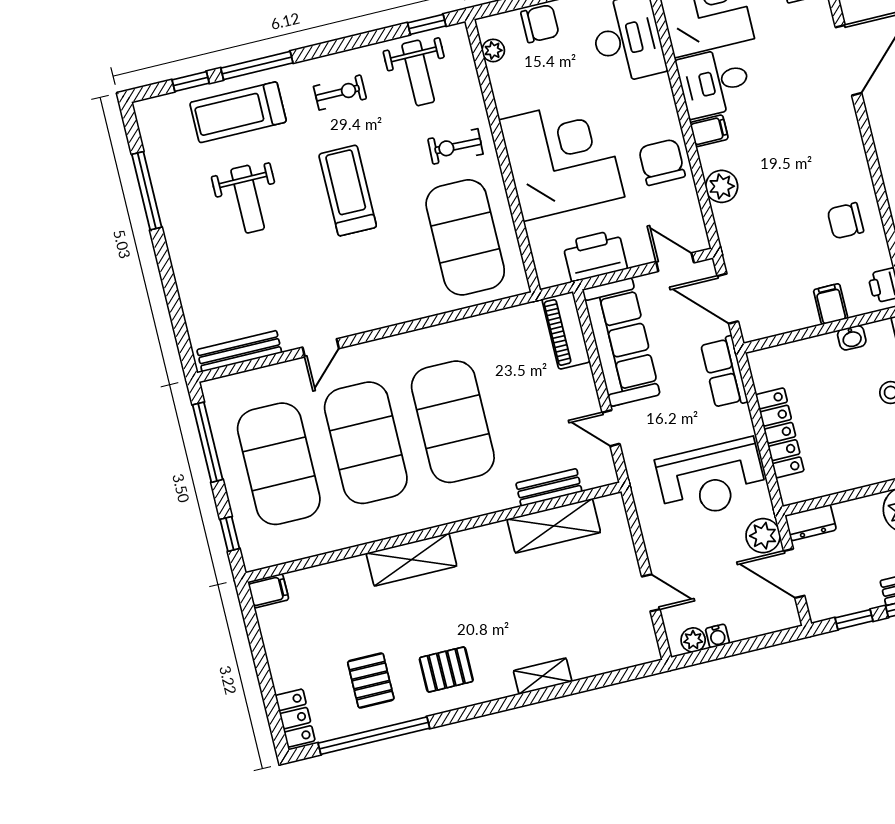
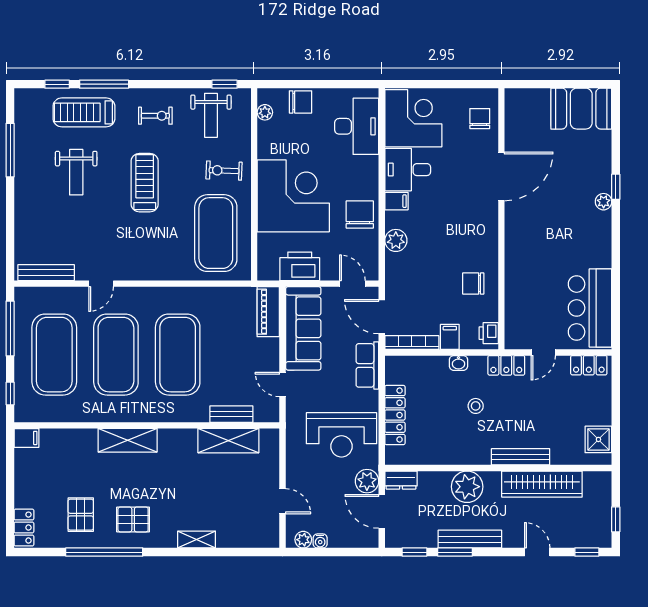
bookcase: (779, 325) -> (412, 343), added
window: (374, 736) -> (104, 552), moved

